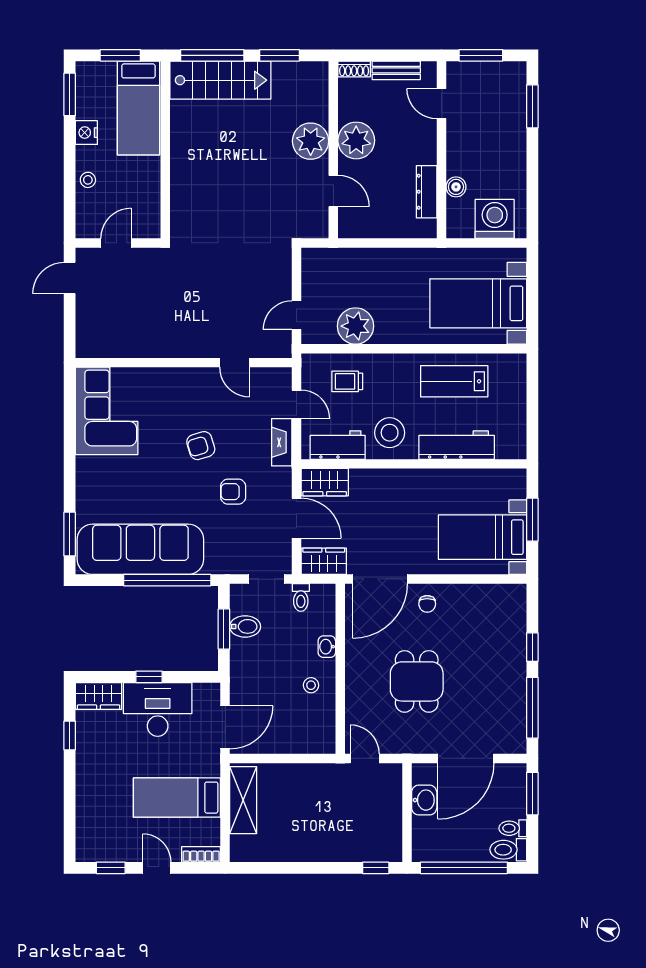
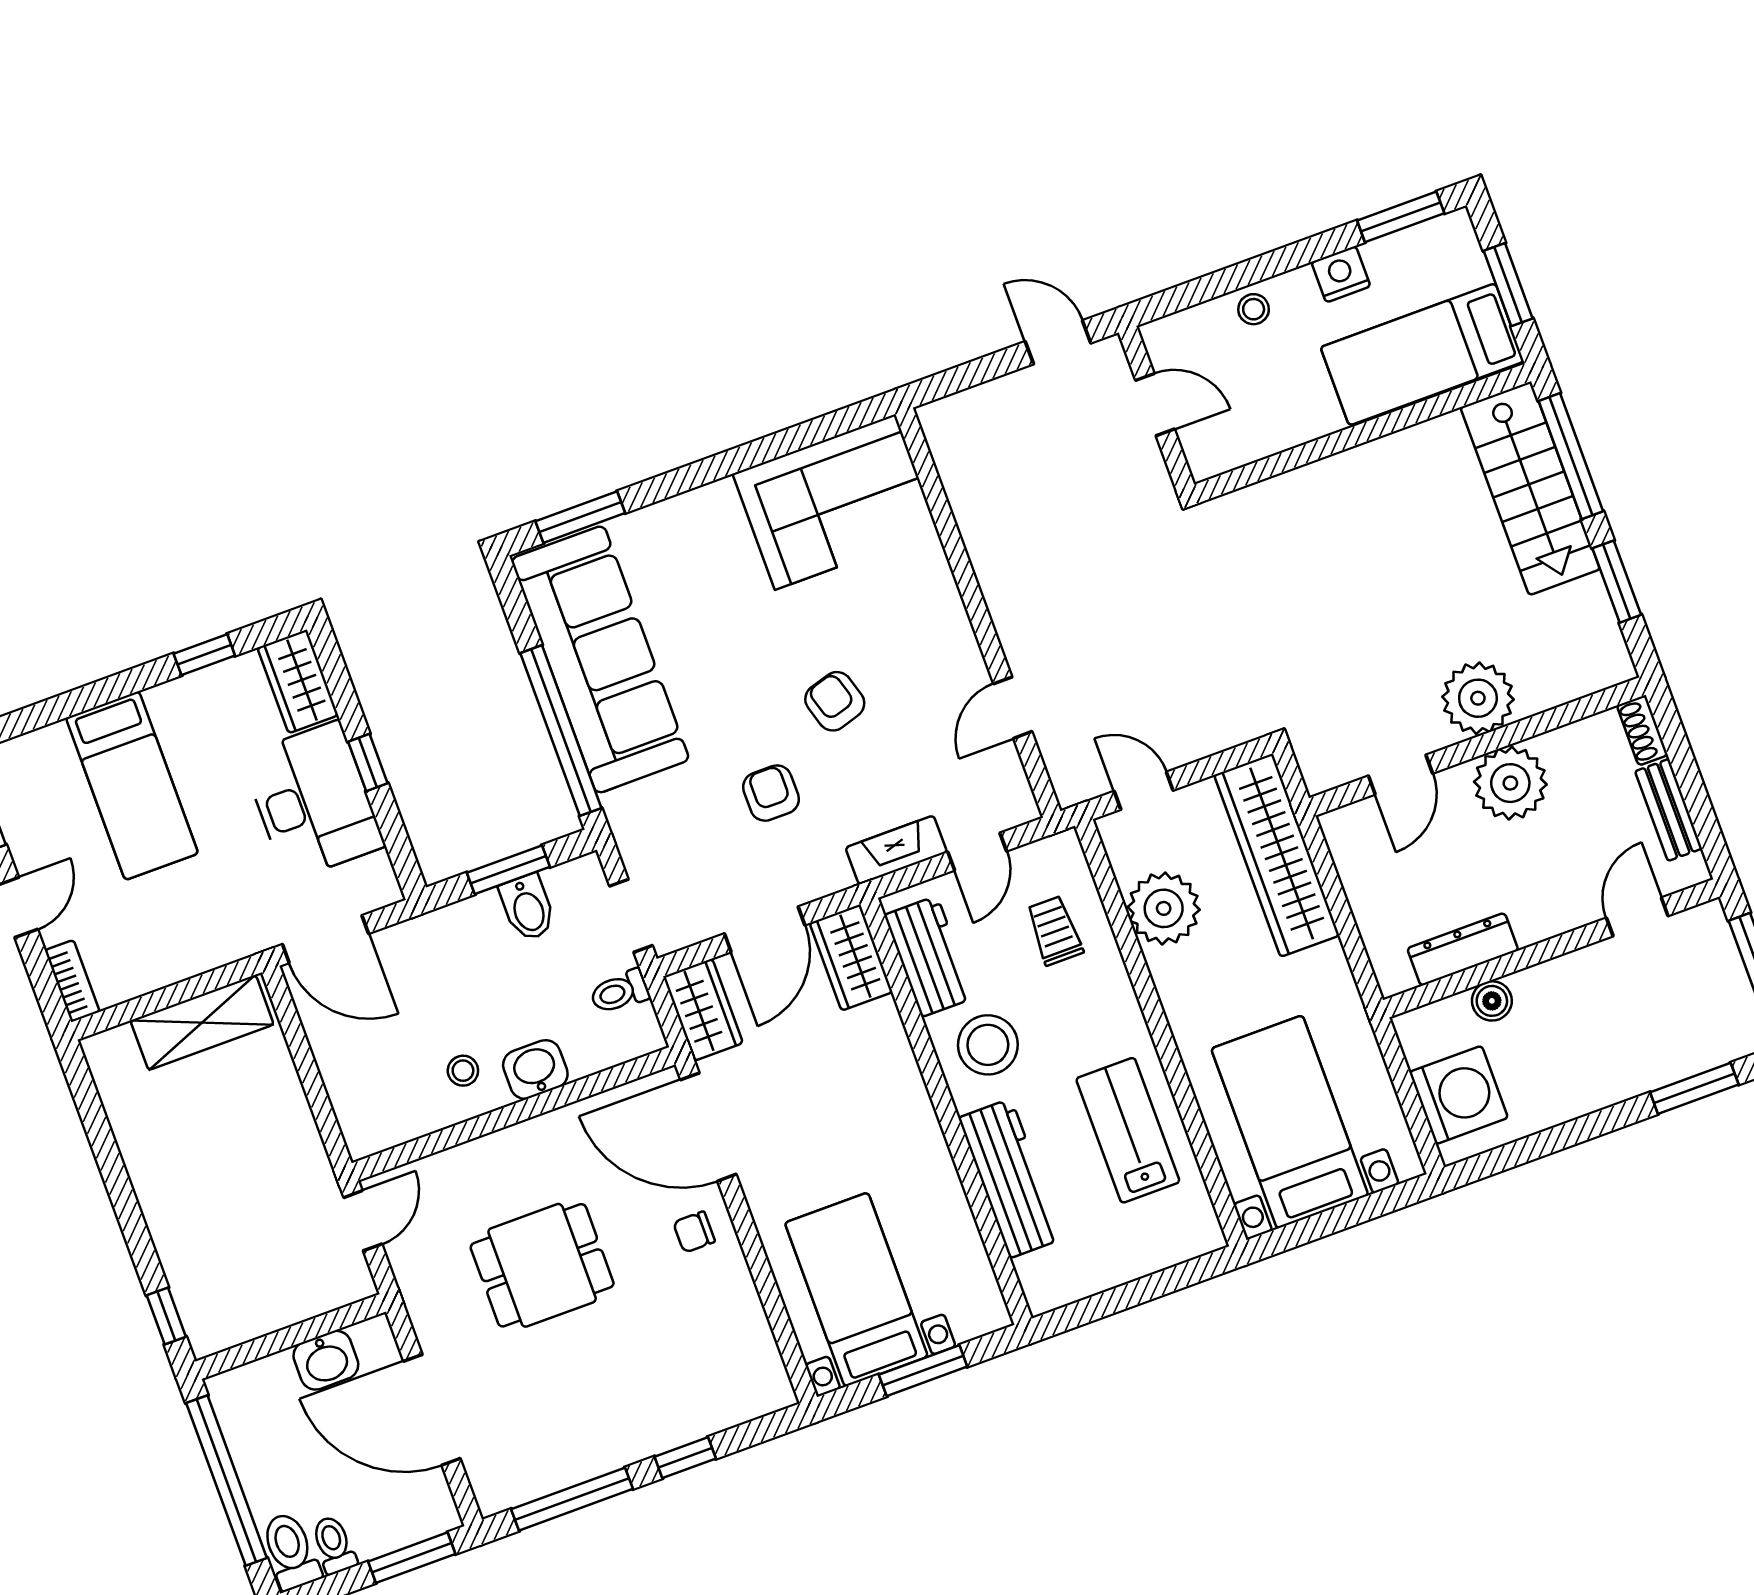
wardrobe: (350, 263) -> (1277, 855), added
washbasin: (327, 647) -> (535, 1069), width x1.38, depth x1.45
bed: (177, 798) -> (132, 786), moved, turned 180

